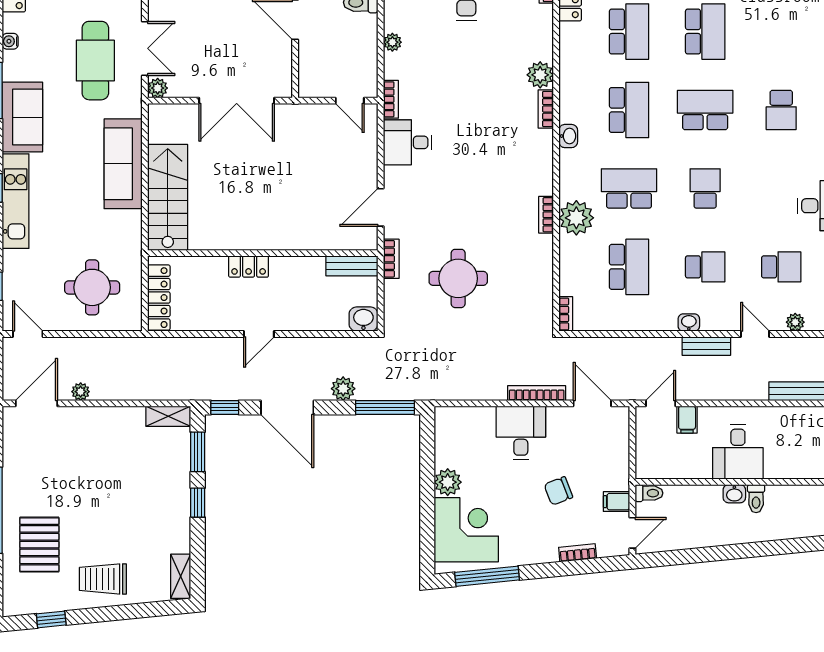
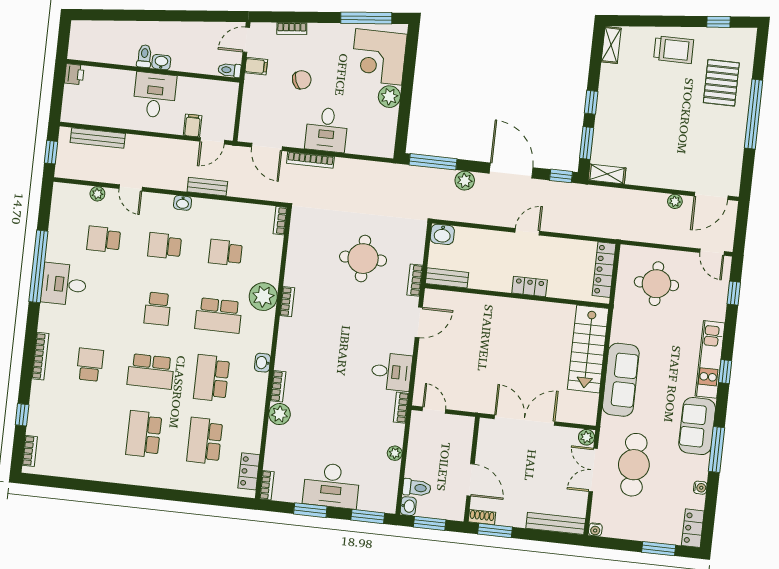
school desk: (629, 267) -> (225, 253), width x0.54
bench: (706, 346) -> (207, 187), moved

